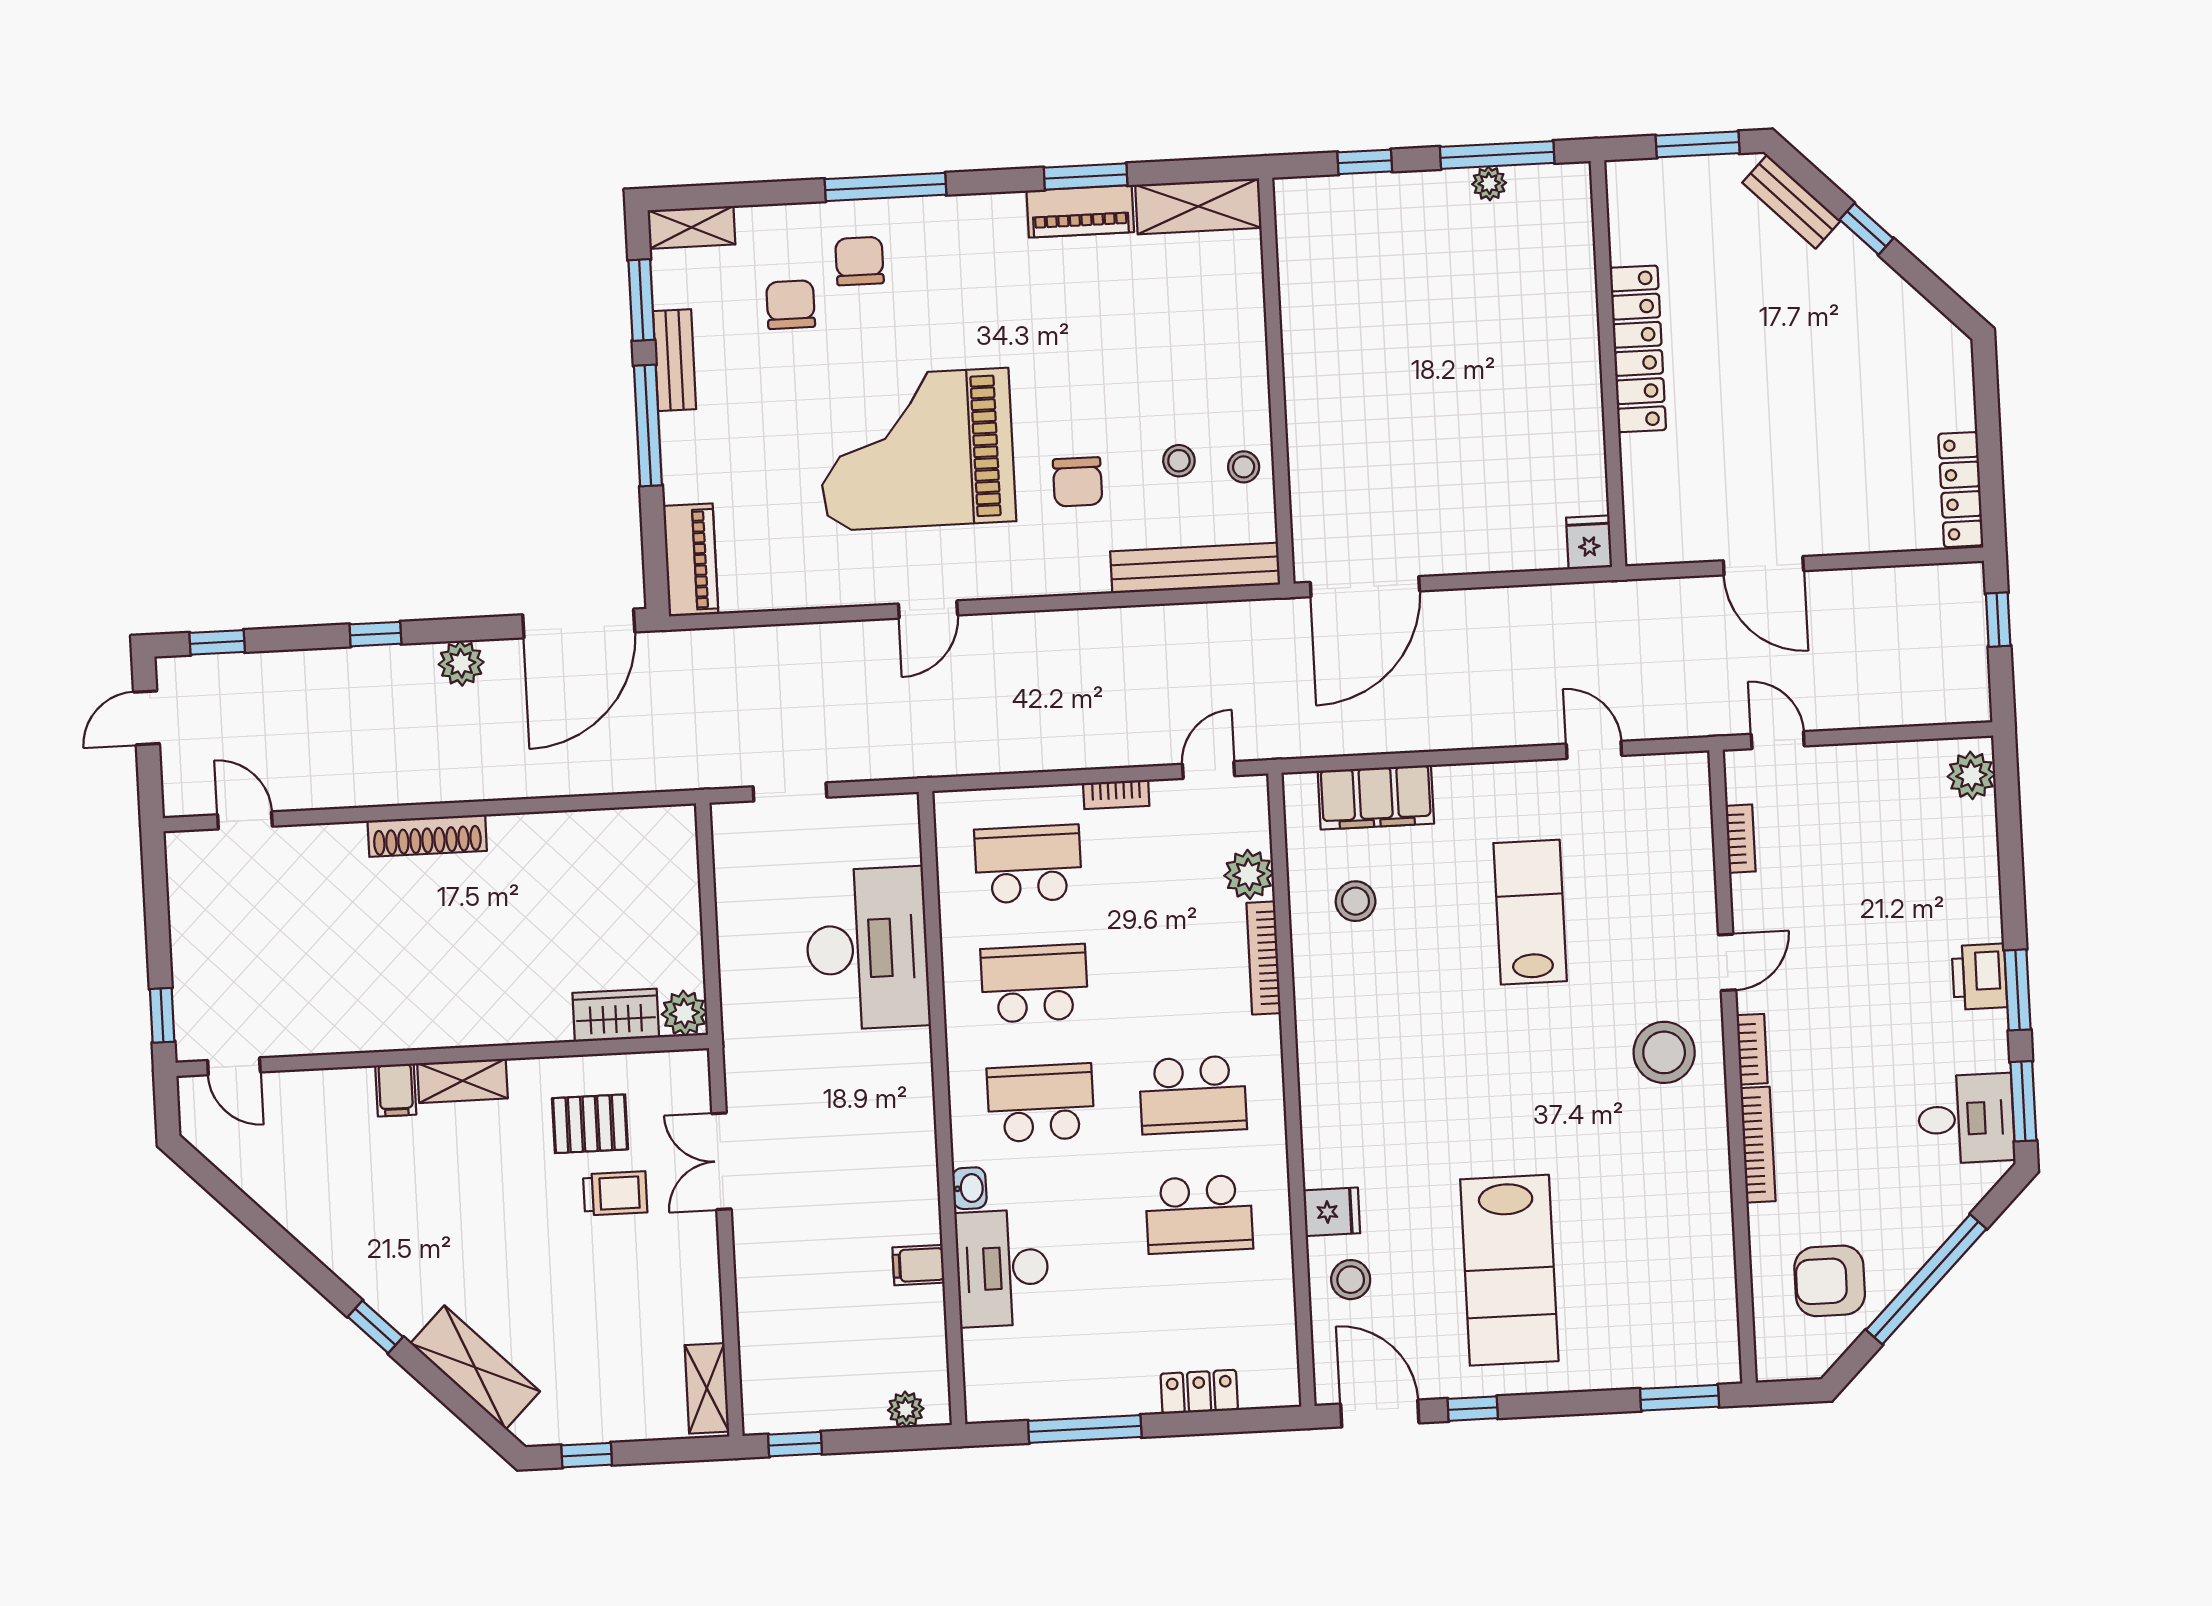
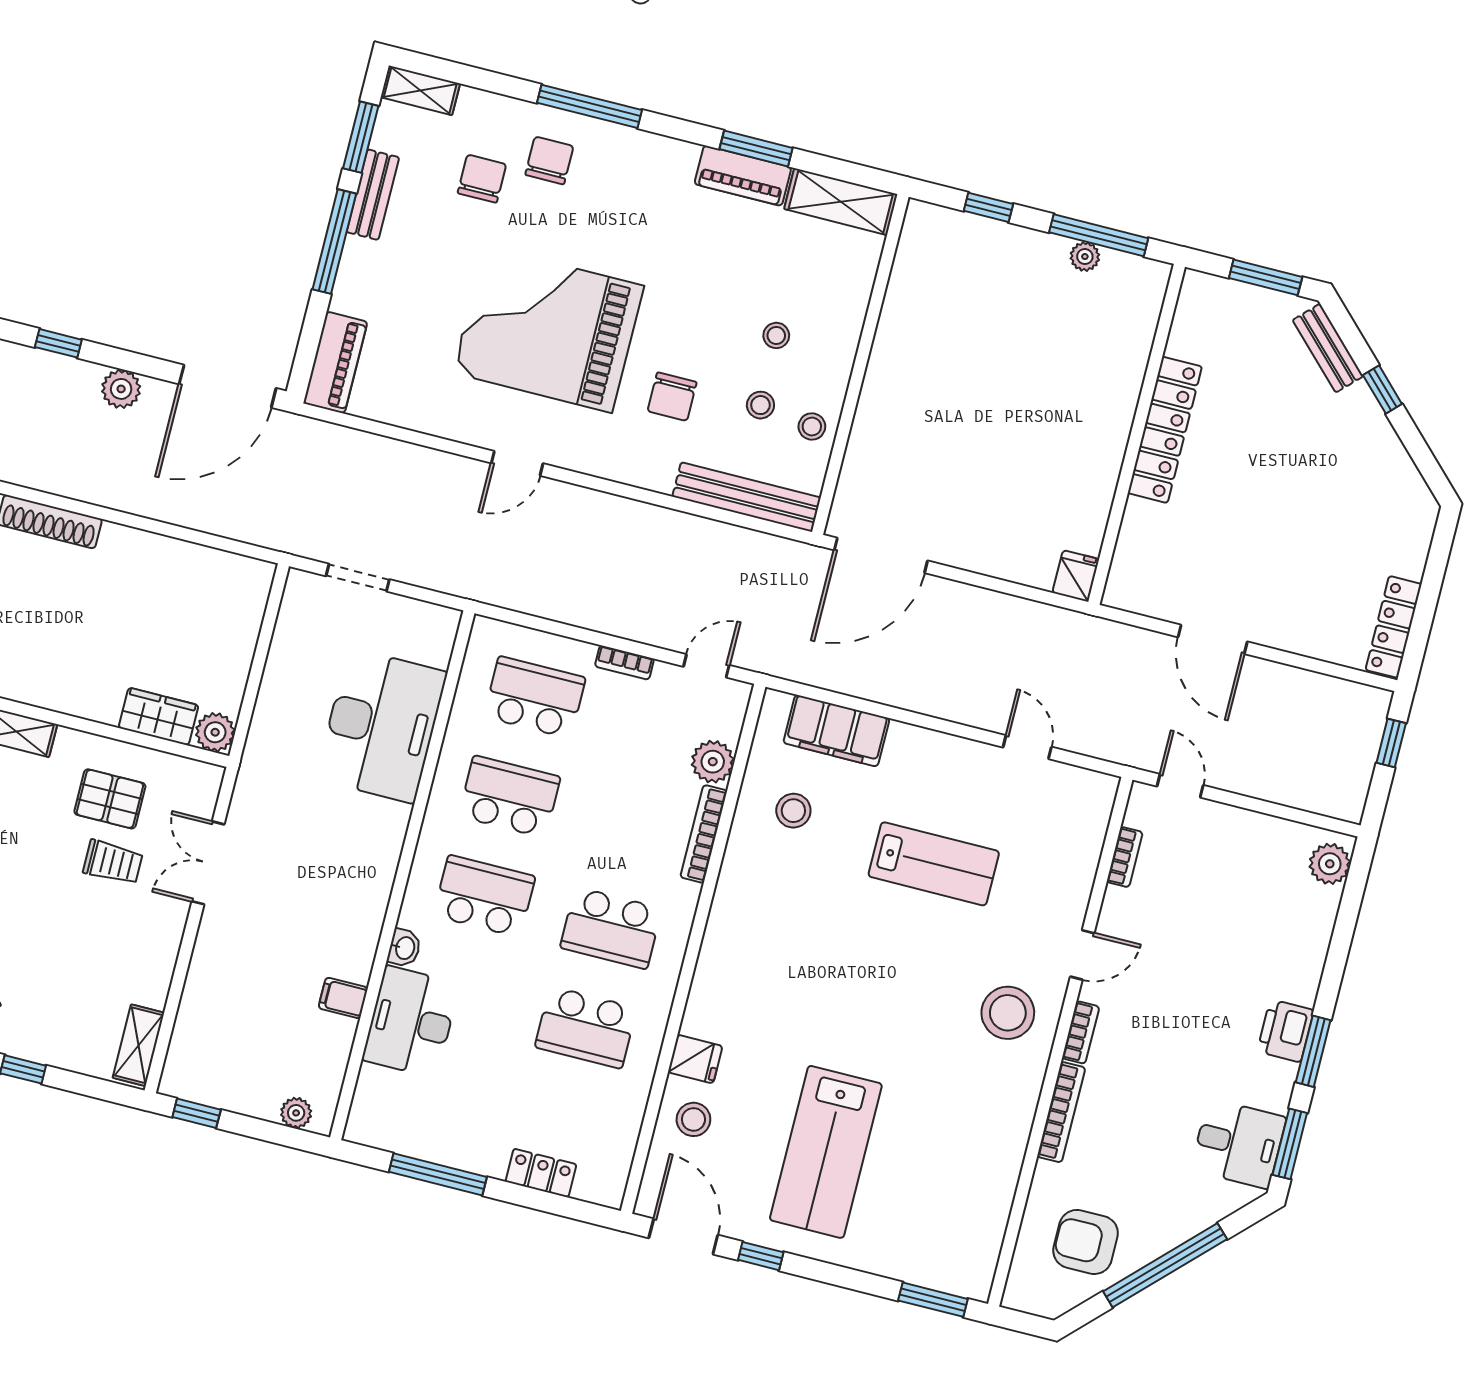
stool: (1173, 378) -> (776, 335), added
lab bench: (1530, 912) -> (934, 864), turned 90

